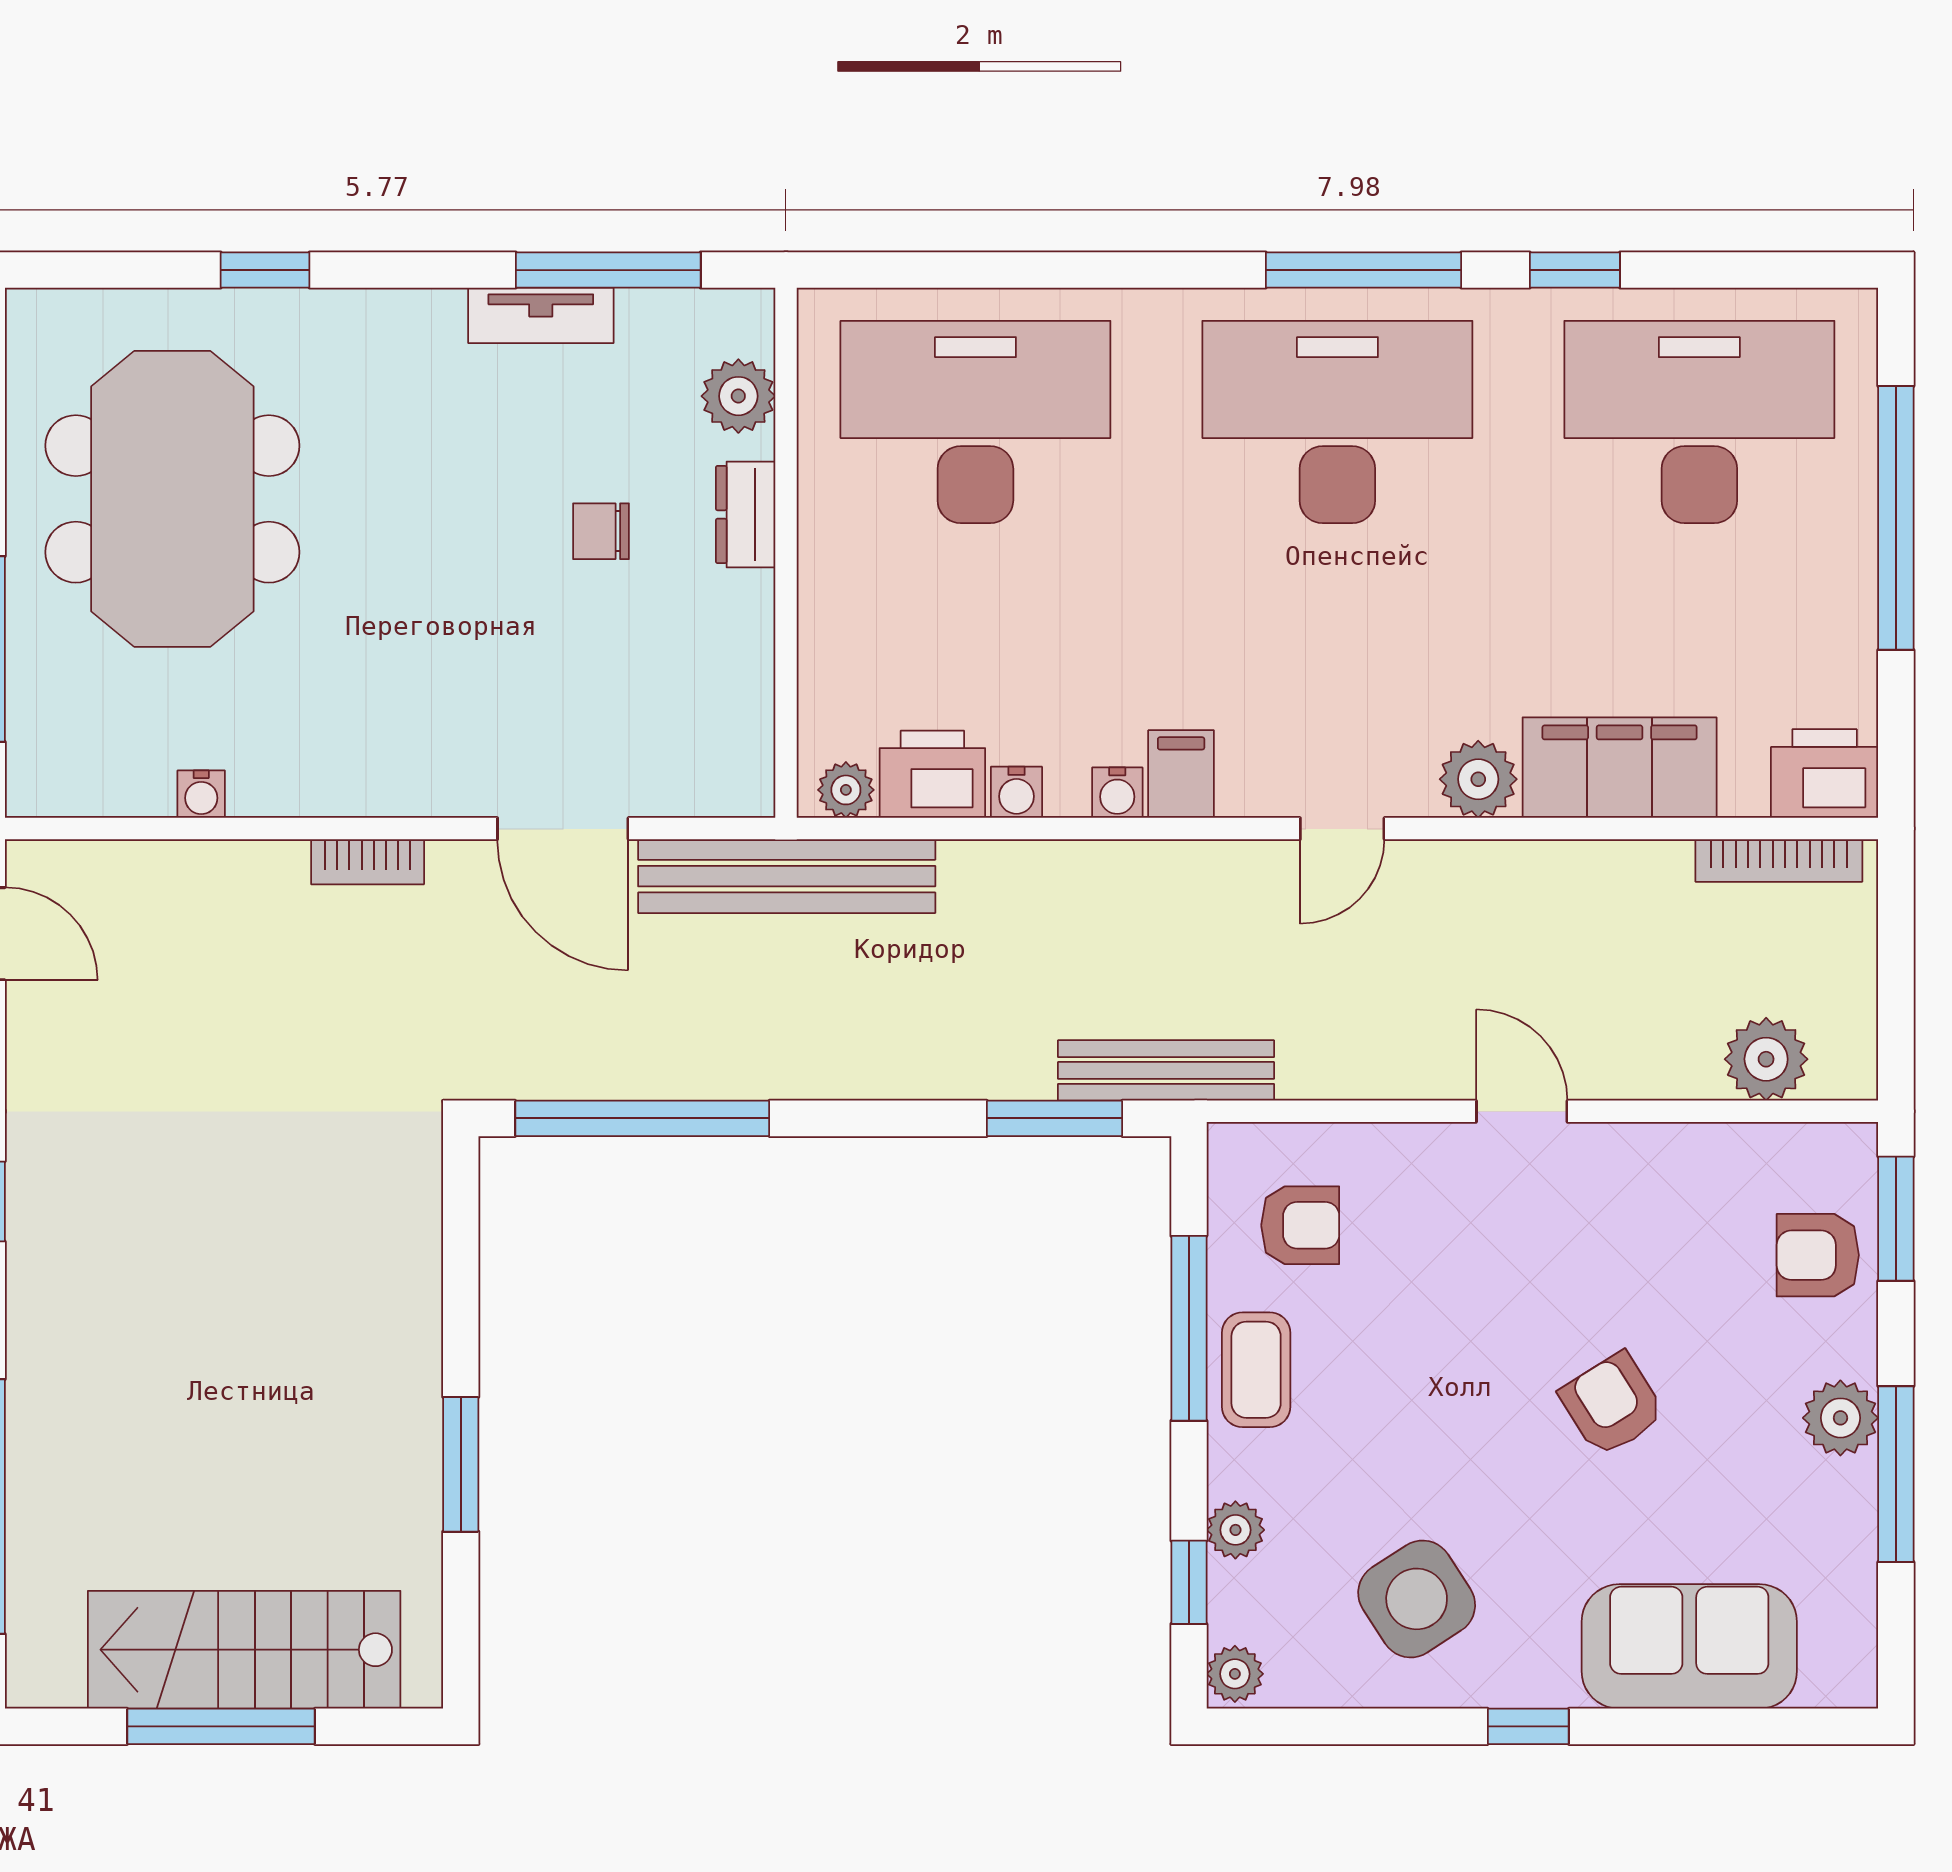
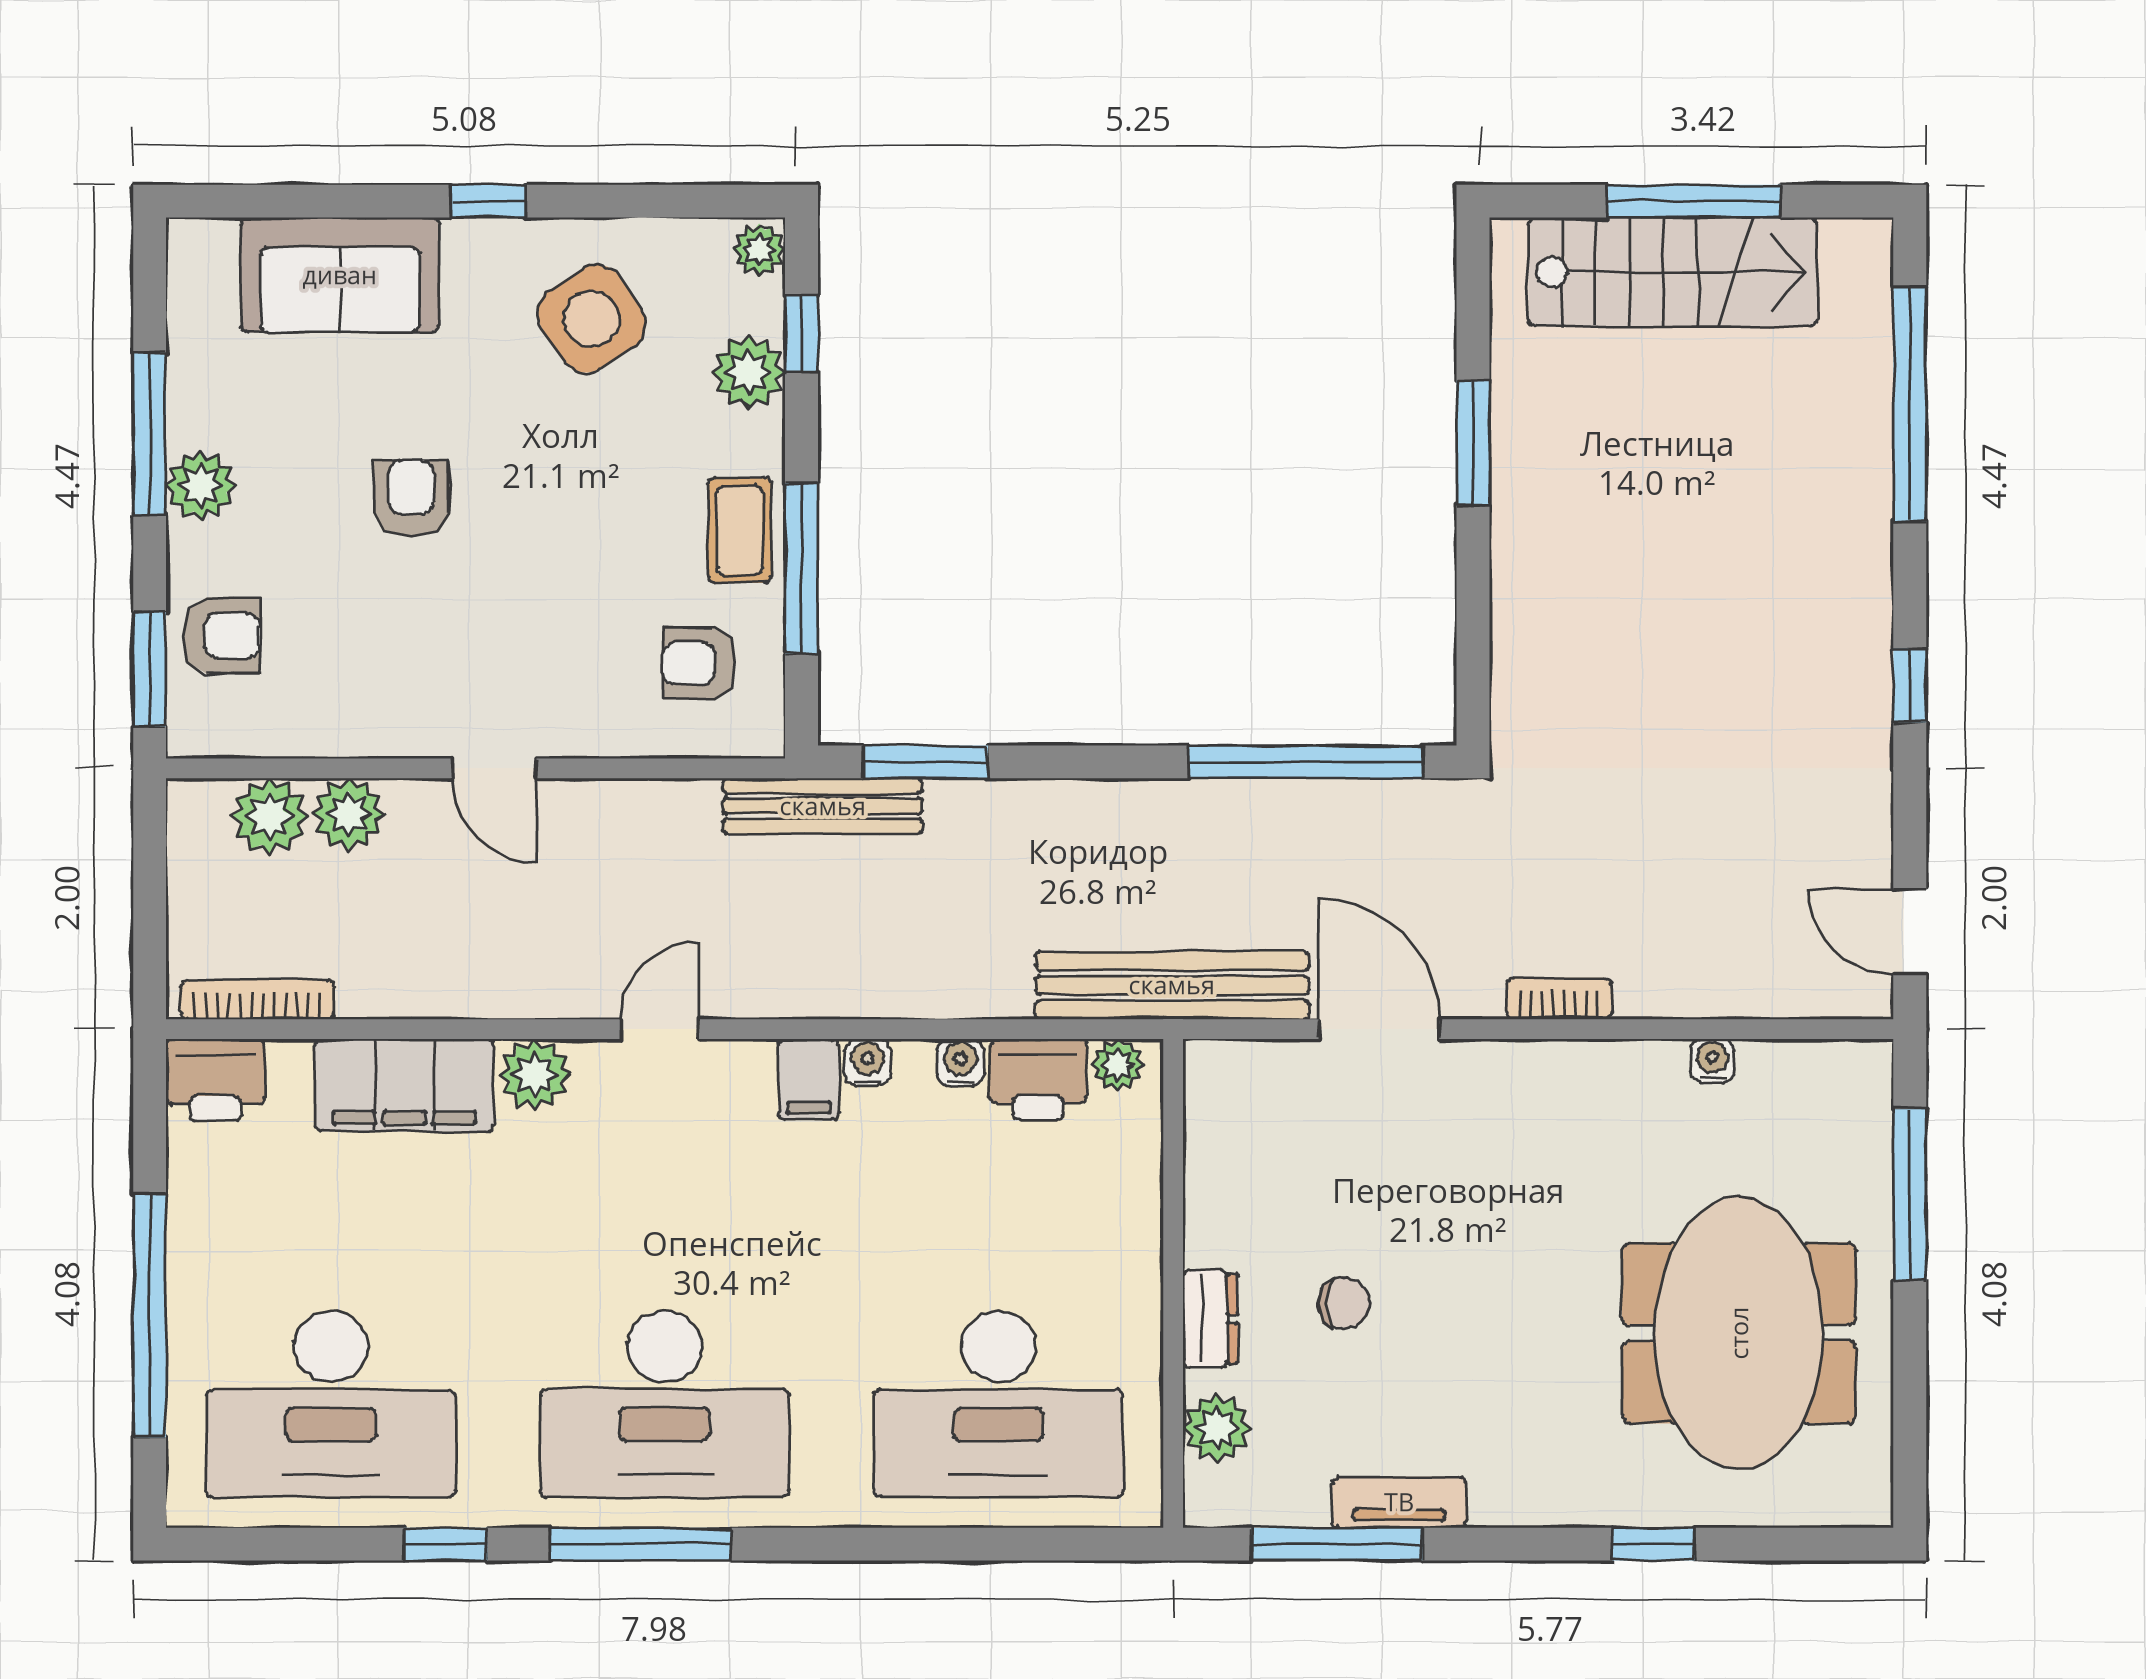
plant: (1680, 1062) -> (349, 814), added
armchair: (1612, 1404) -> (411, 498), turned -148
plant: (1235, 1530) -> (749, 372), width x1.38, depth x1.38

